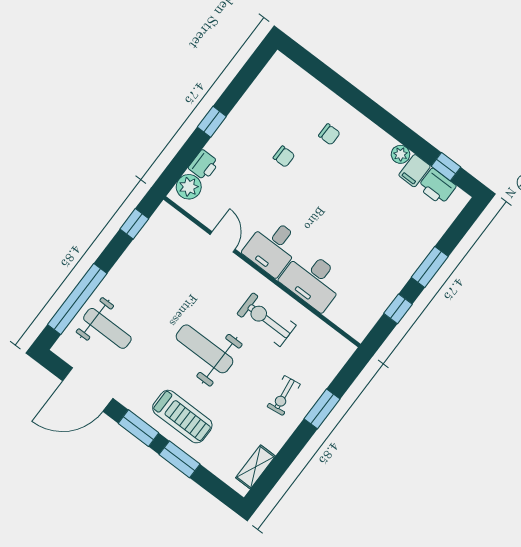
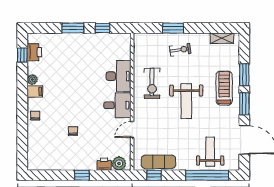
chair: (329, 134) -> (35, 116), moved
filing cabinet: (415, 171) -> (35, 91), moved
exercise mat: (149, 244) -> (158, 162), added

